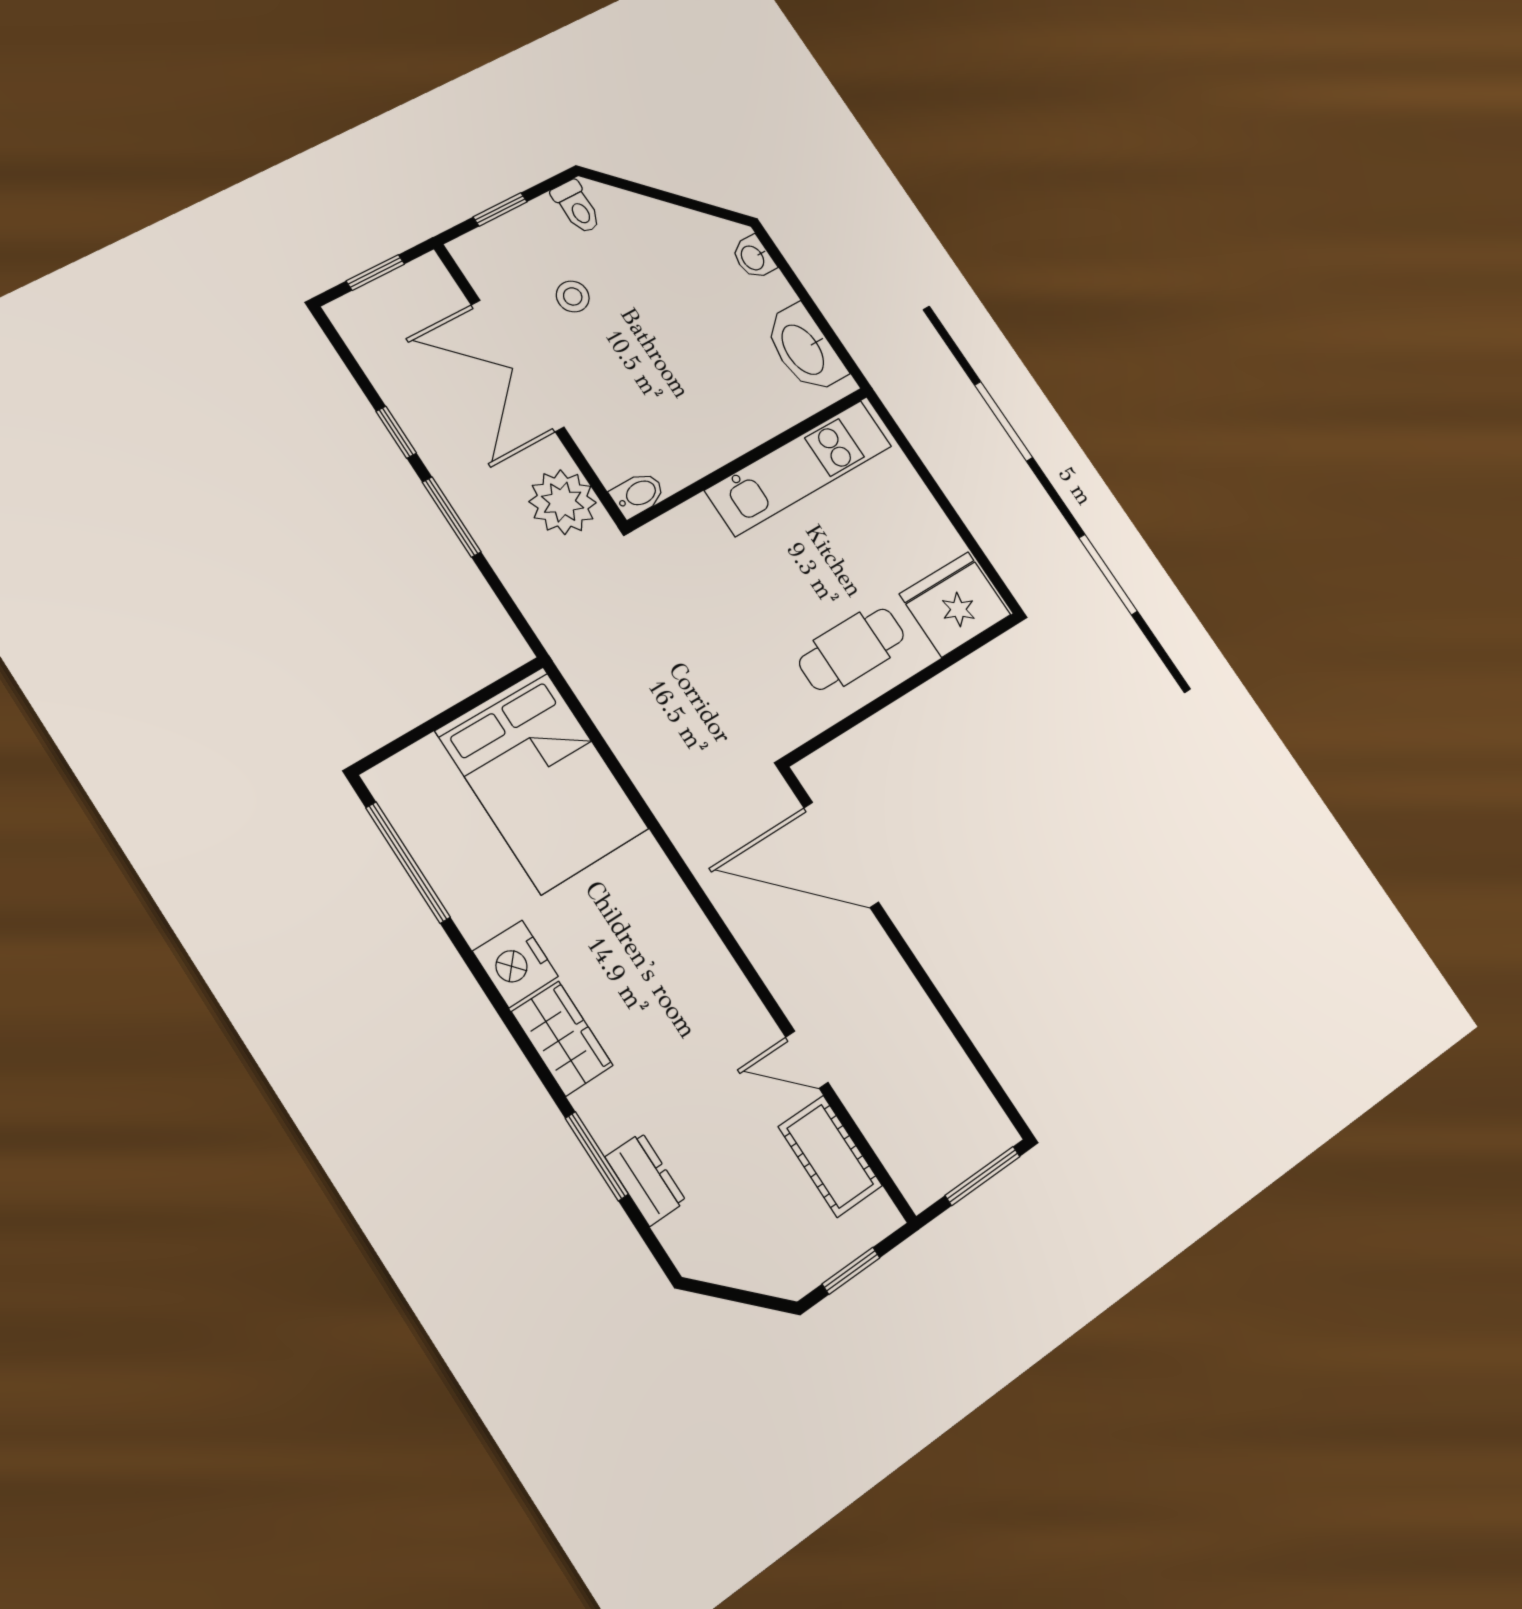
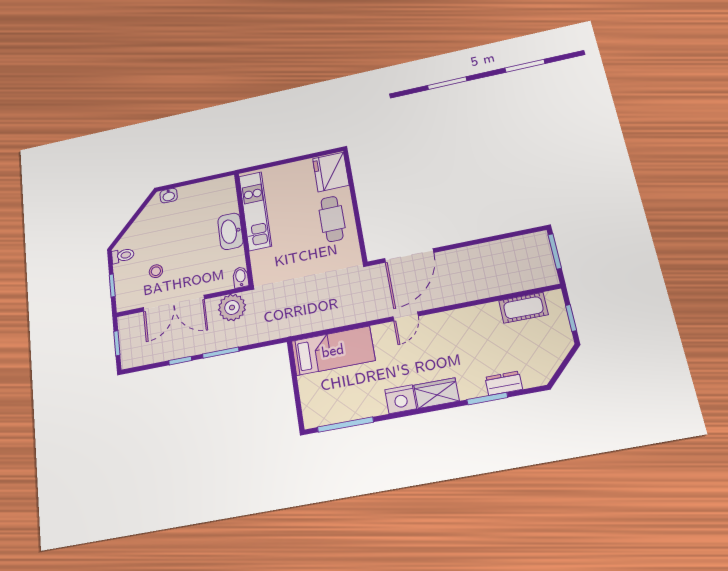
washbasin: (804, 349) -> (230, 231), moved, turned 90
bed: (542, 780) -> (333, 351), width x0.67
door: (807, 1060) -> (406, 316), moved

